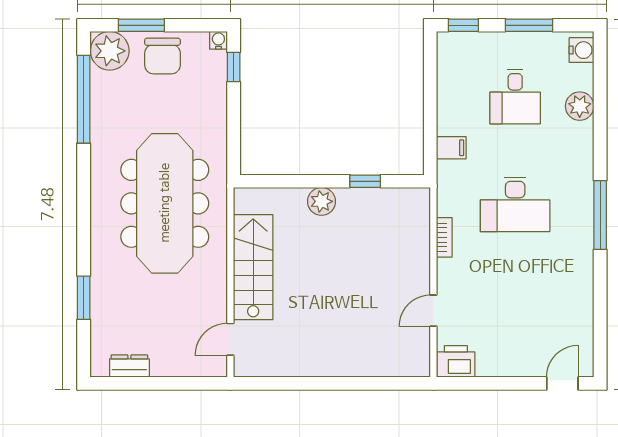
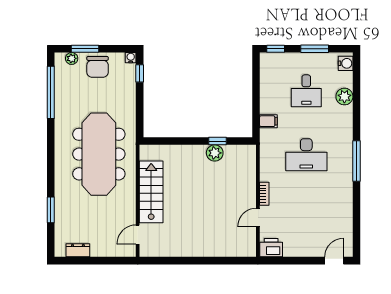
plant: (110, 51) -> (72, 58), width x0.53, depth x0.53
plant: (322, 201) -> (215, 153), moved
bookcase: (444, 237) -> (264, 194), moved

